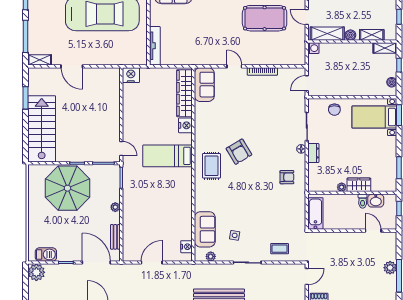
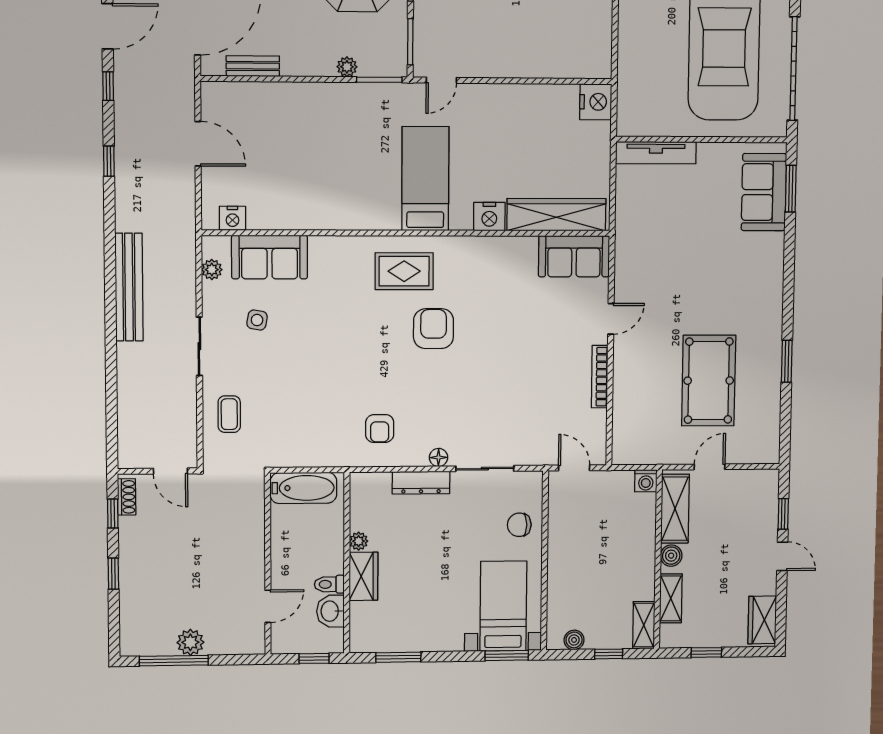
armchair: (239, 152) -> (433, 329), turned 121
dresser: (313, 153) -> (421, 483), width x1.44
plant: (115, 207) -> (347, 67), moved

